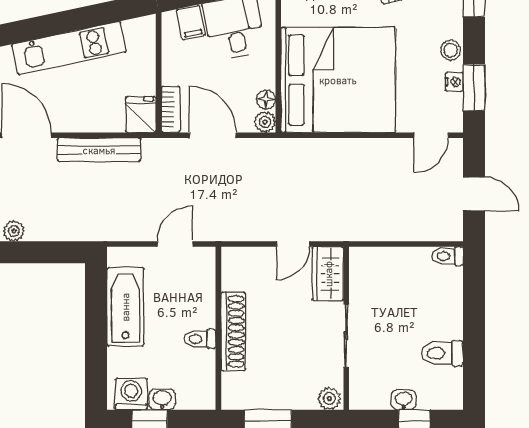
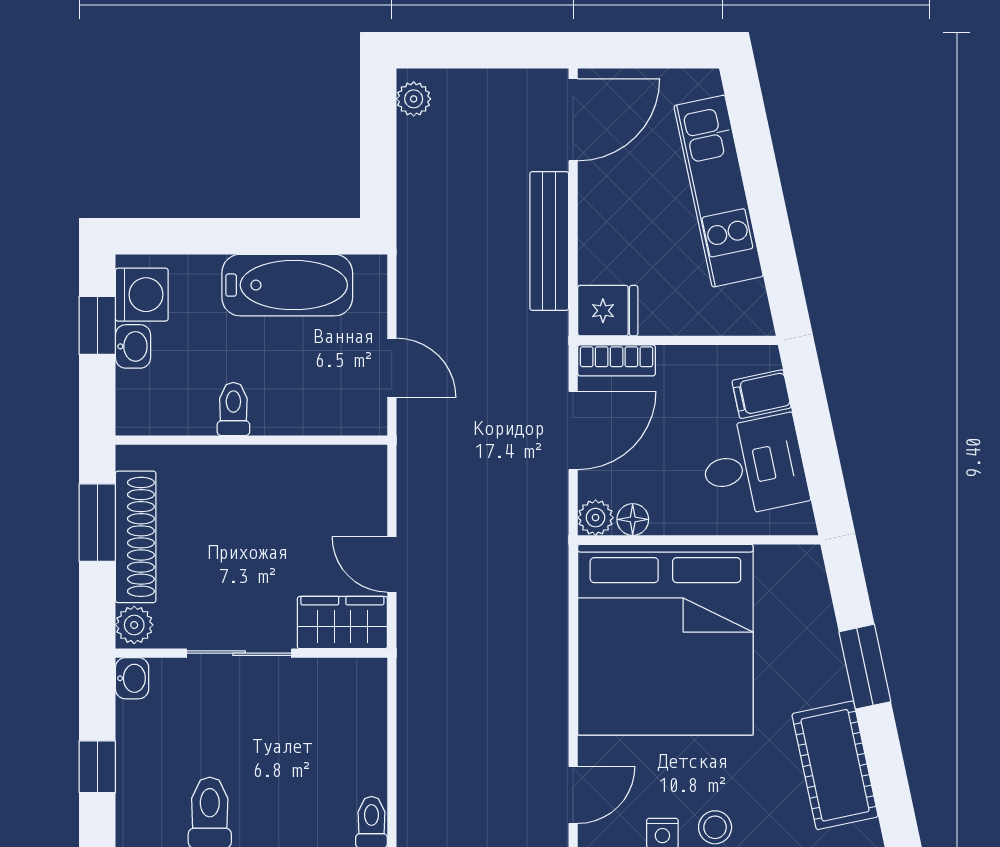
door: (431, 135) -> (573, 795), swing flipped
shoe rack: (233, 331) -> (136, 537), moved, turned -90
washbasin: (404, 400) -> (132, 678), moved

